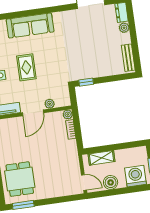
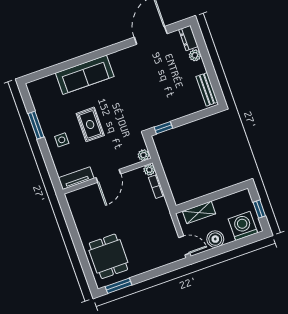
plant: (50, 104) -> (144, 155), moved

